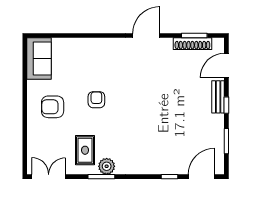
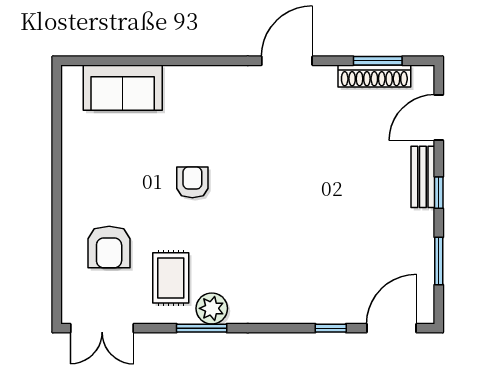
sofa: (39, 59) -> (123, 88), moved, turned 90
armchair: (53, 107) -> (109, 247), moved, turned -90
double door: (49, 177) -> (102, 328), swing flipped

